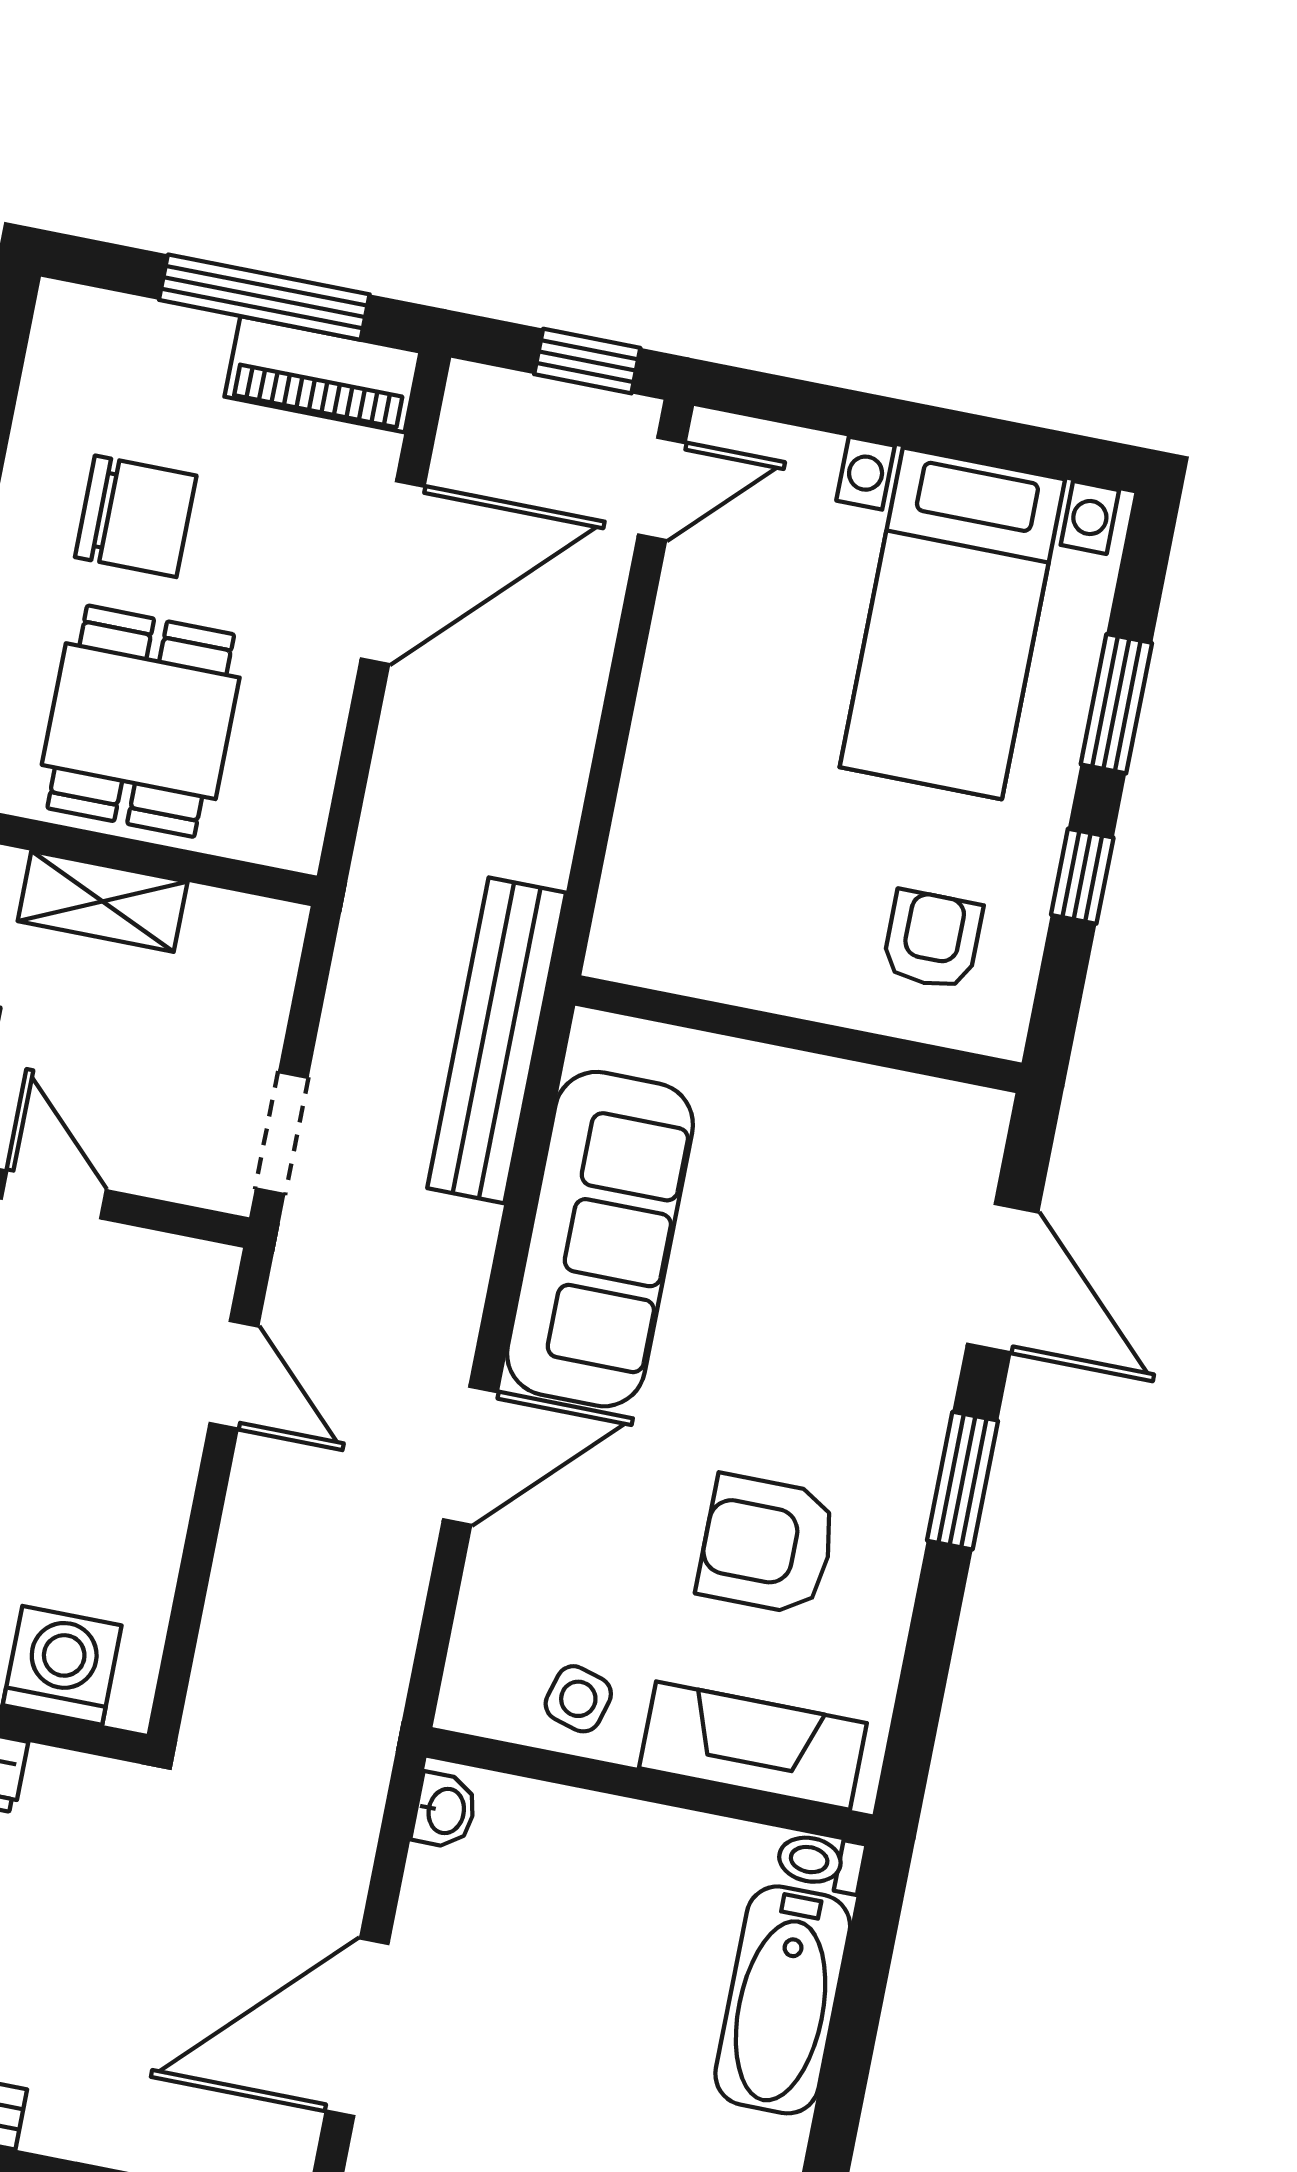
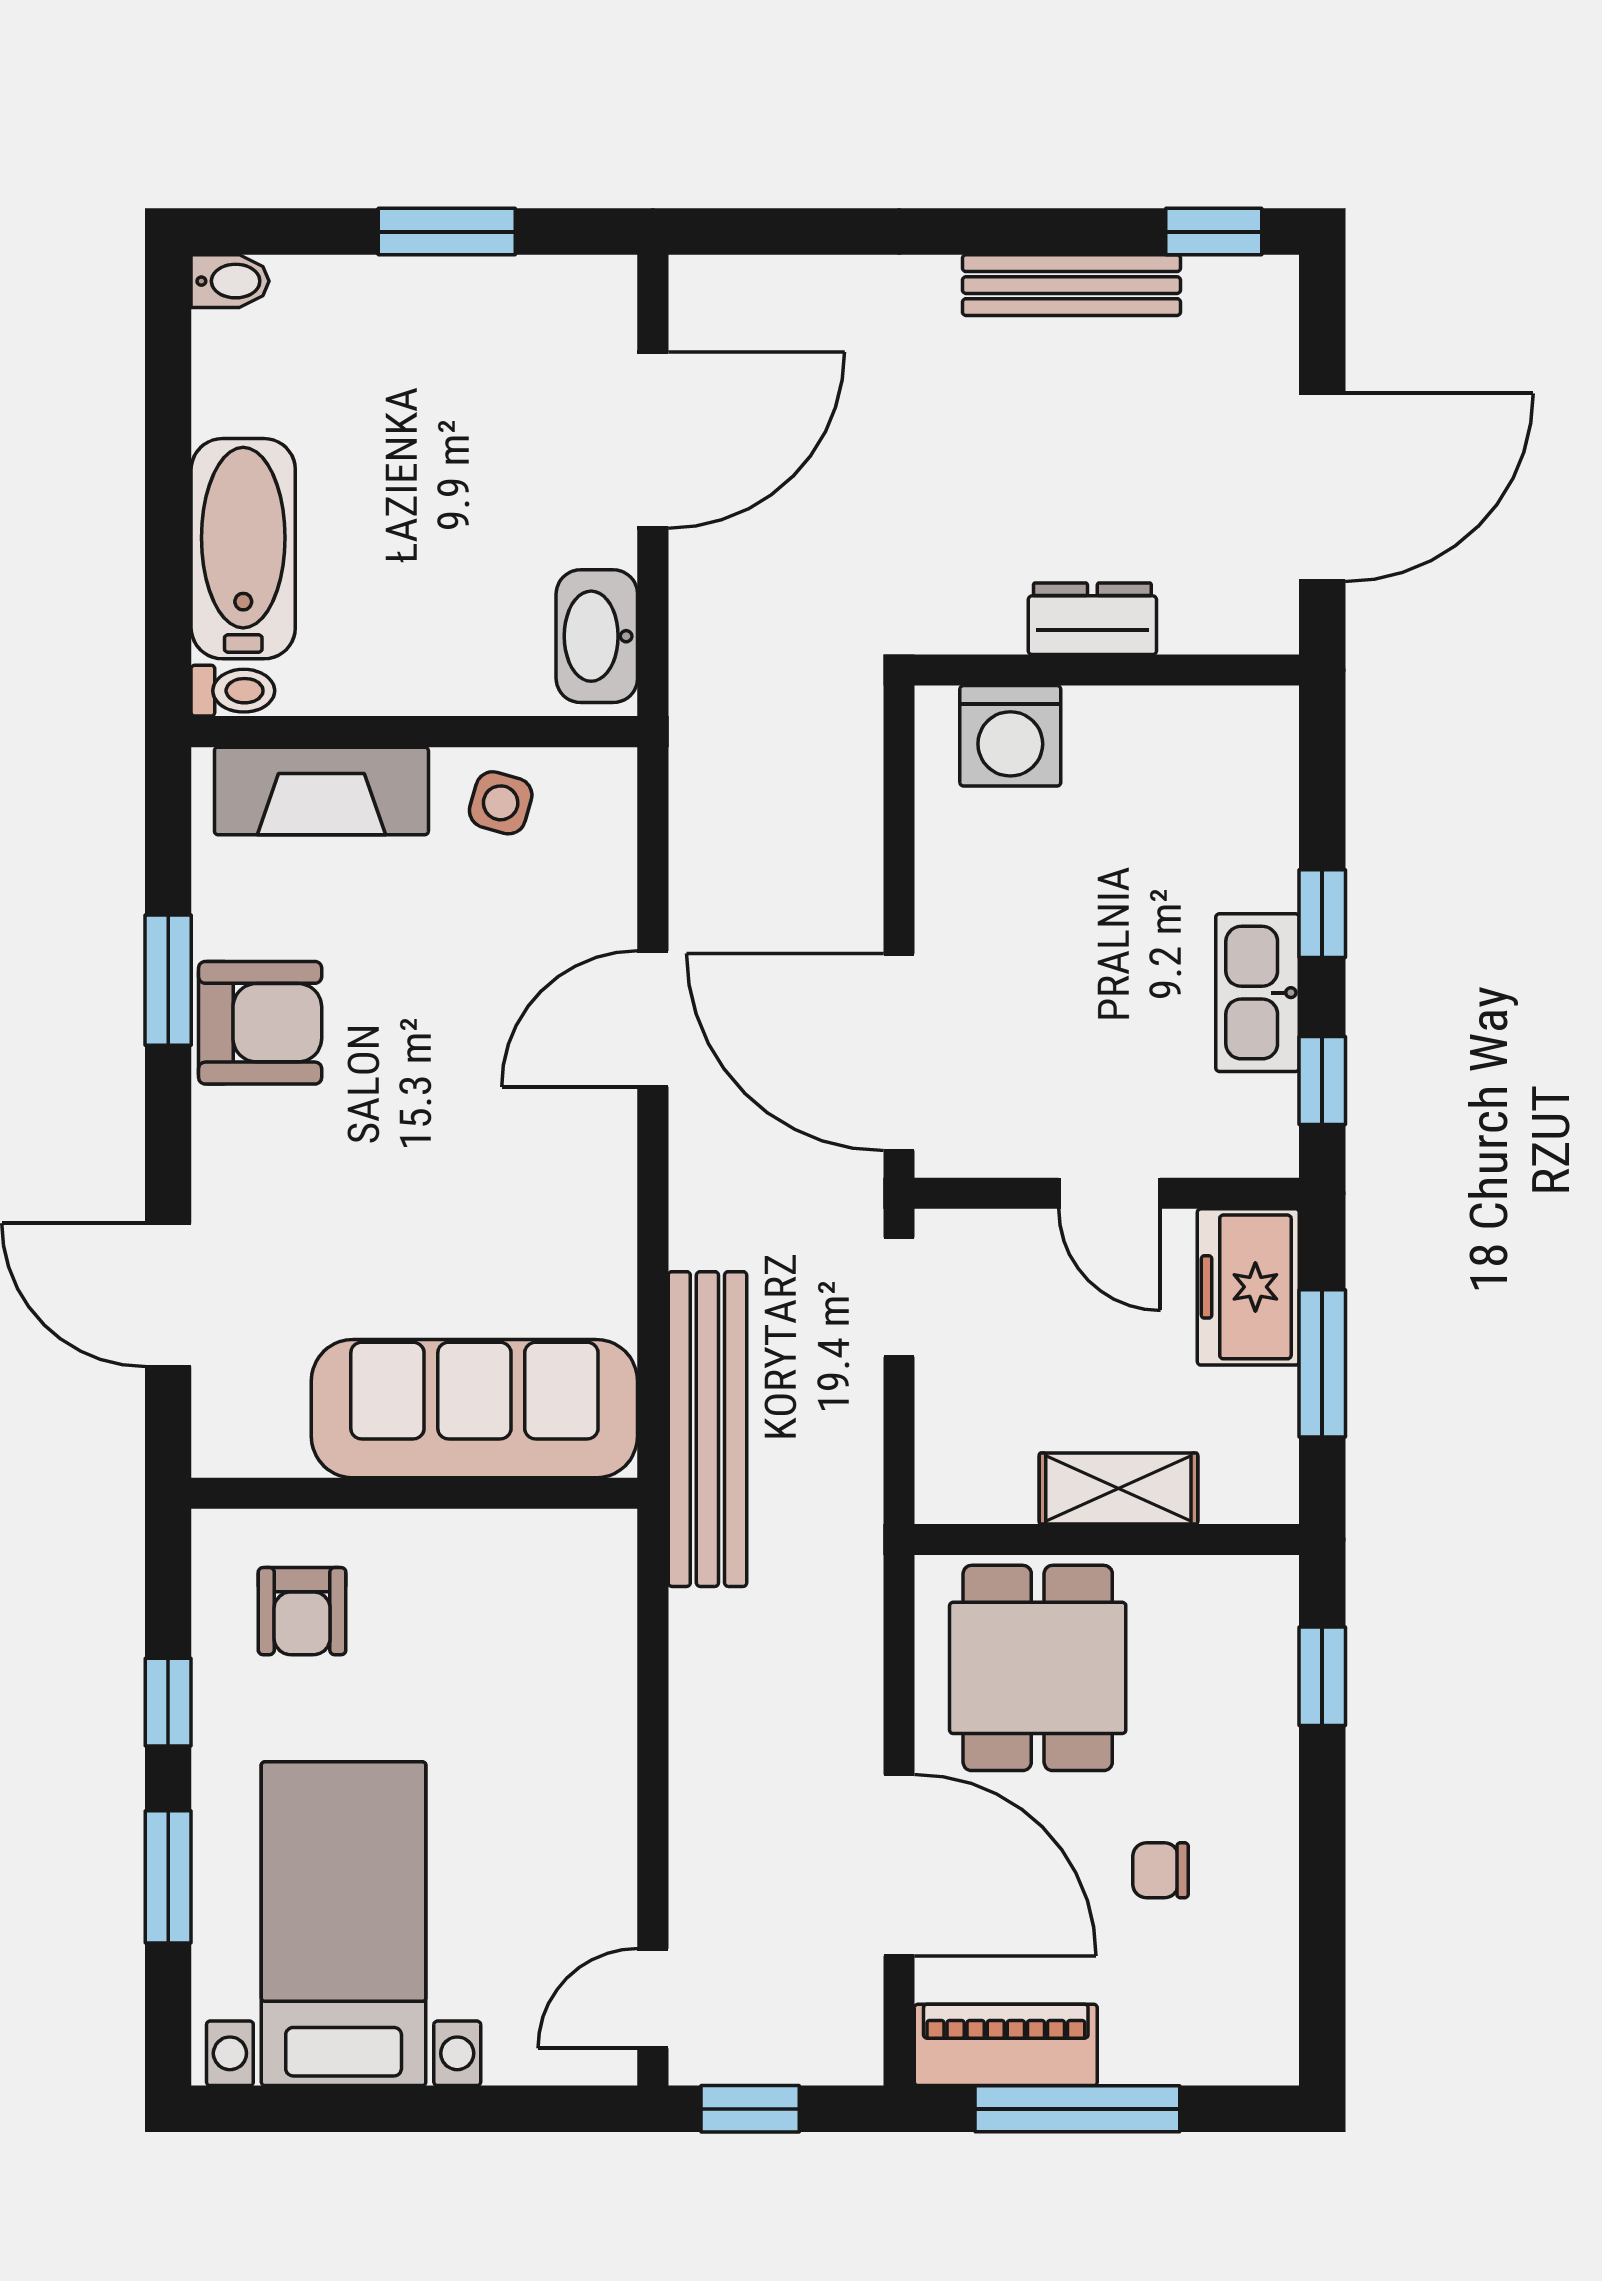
chair: (136, 516) -> (1160, 1870), width x0.54, depth x0.54
door: (393, 573) -> (899, 1865), swing flipped
dining table: (141, 721) -> (1038, 1668), moved
sofa: (600, 1239) -> (474, 1409), moved, turned 90
door: (234, 1375) -> (899, 1052), width x1.87
window: (963, 1481) -> (168, 980), moved
armchair: (767, 1545) -> (260, 1023), moved
washbasin: (445, 1811) -> (597, 636), width x1.91, depth x1.45

